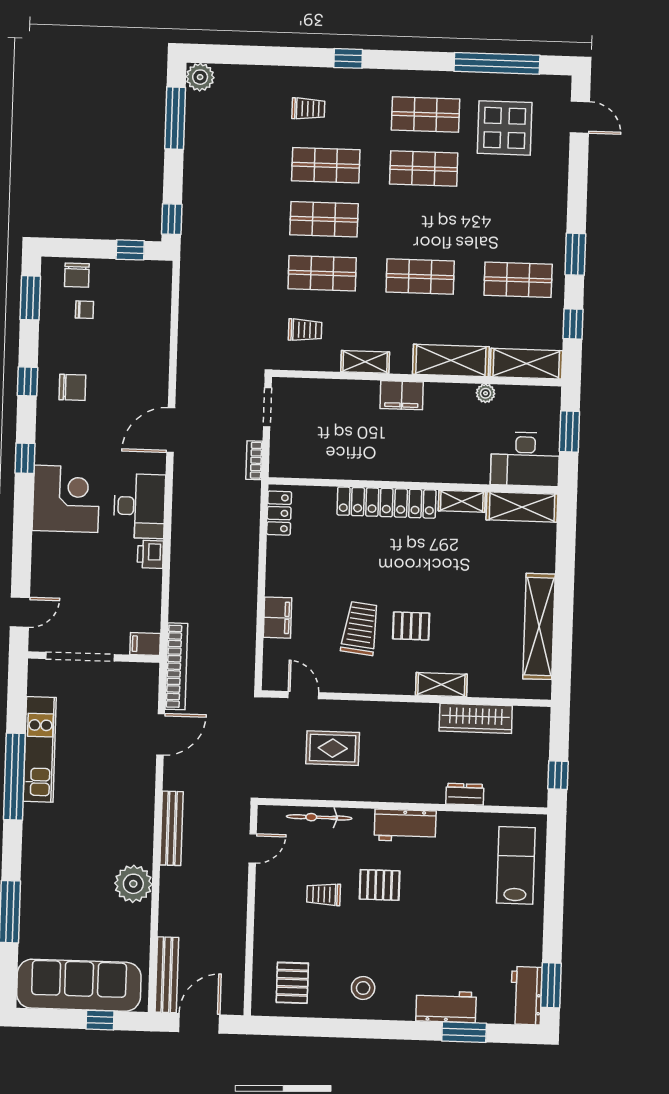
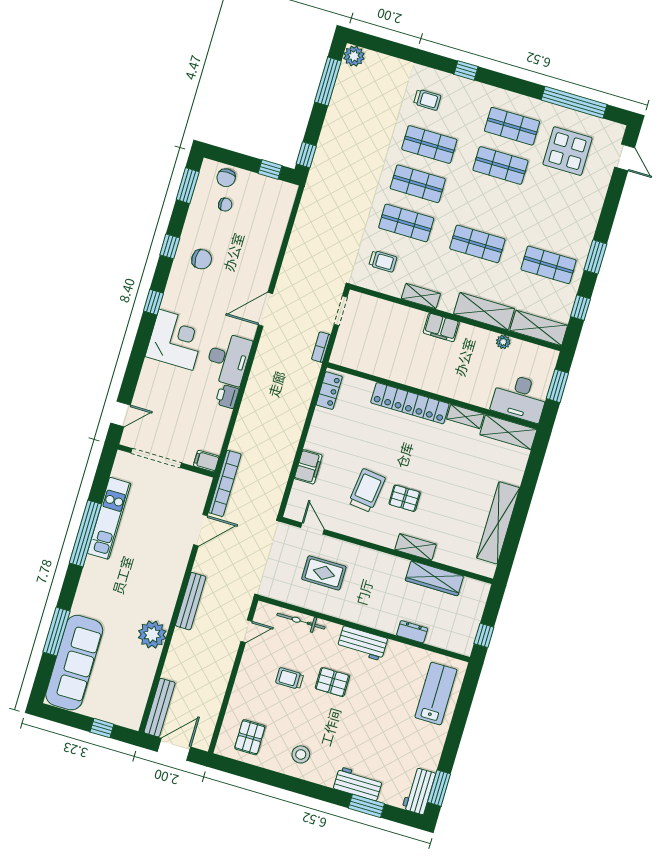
sofa: (79, 985) -> (74, 663), moved, turned 90

